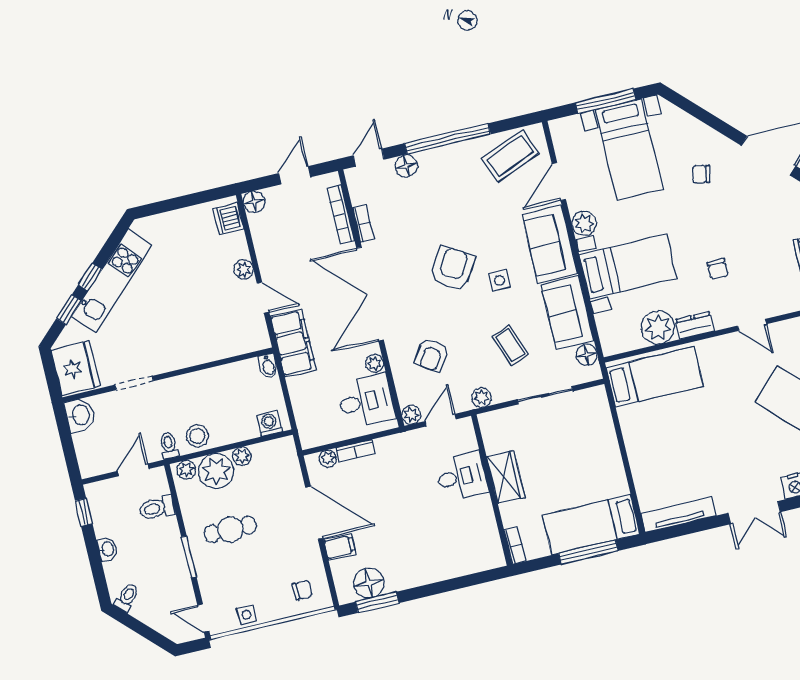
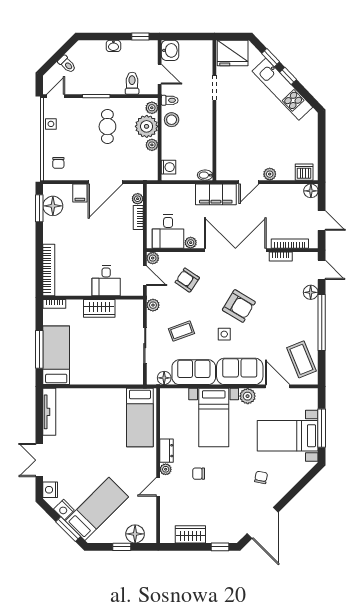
plant: (658, 327) -> (166, 469), moved, width x0.53, depth x0.53
washbasin: (80, 415) -> (170, 50), moved, turned -90
bookcase: (466, 566) -> (49, 270), added
toilet: (127, 597) -> (67, 64), moved

